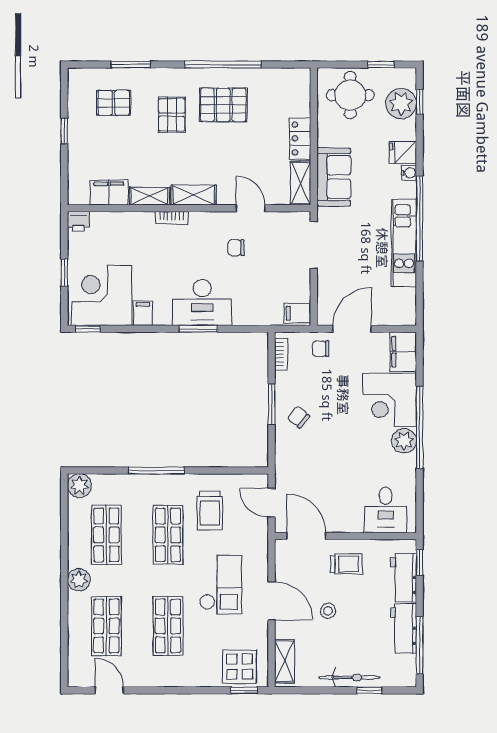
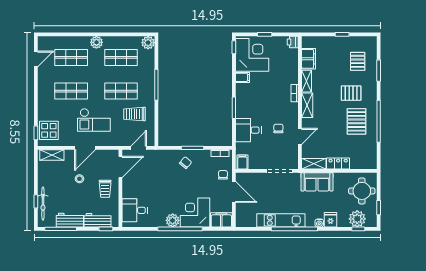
desk: (202, 302) -> (248, 130), moved, width x0.73
bicycle: (350, 677) -> (43, 204), moved

